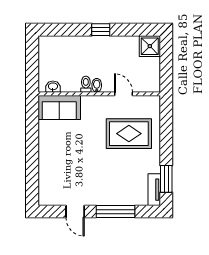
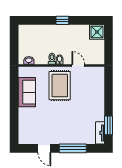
sofa: (59, 107) -> (27, 92), moved, turned -90
rug: (129, 134) -> (60, 86), moved, turned 90

